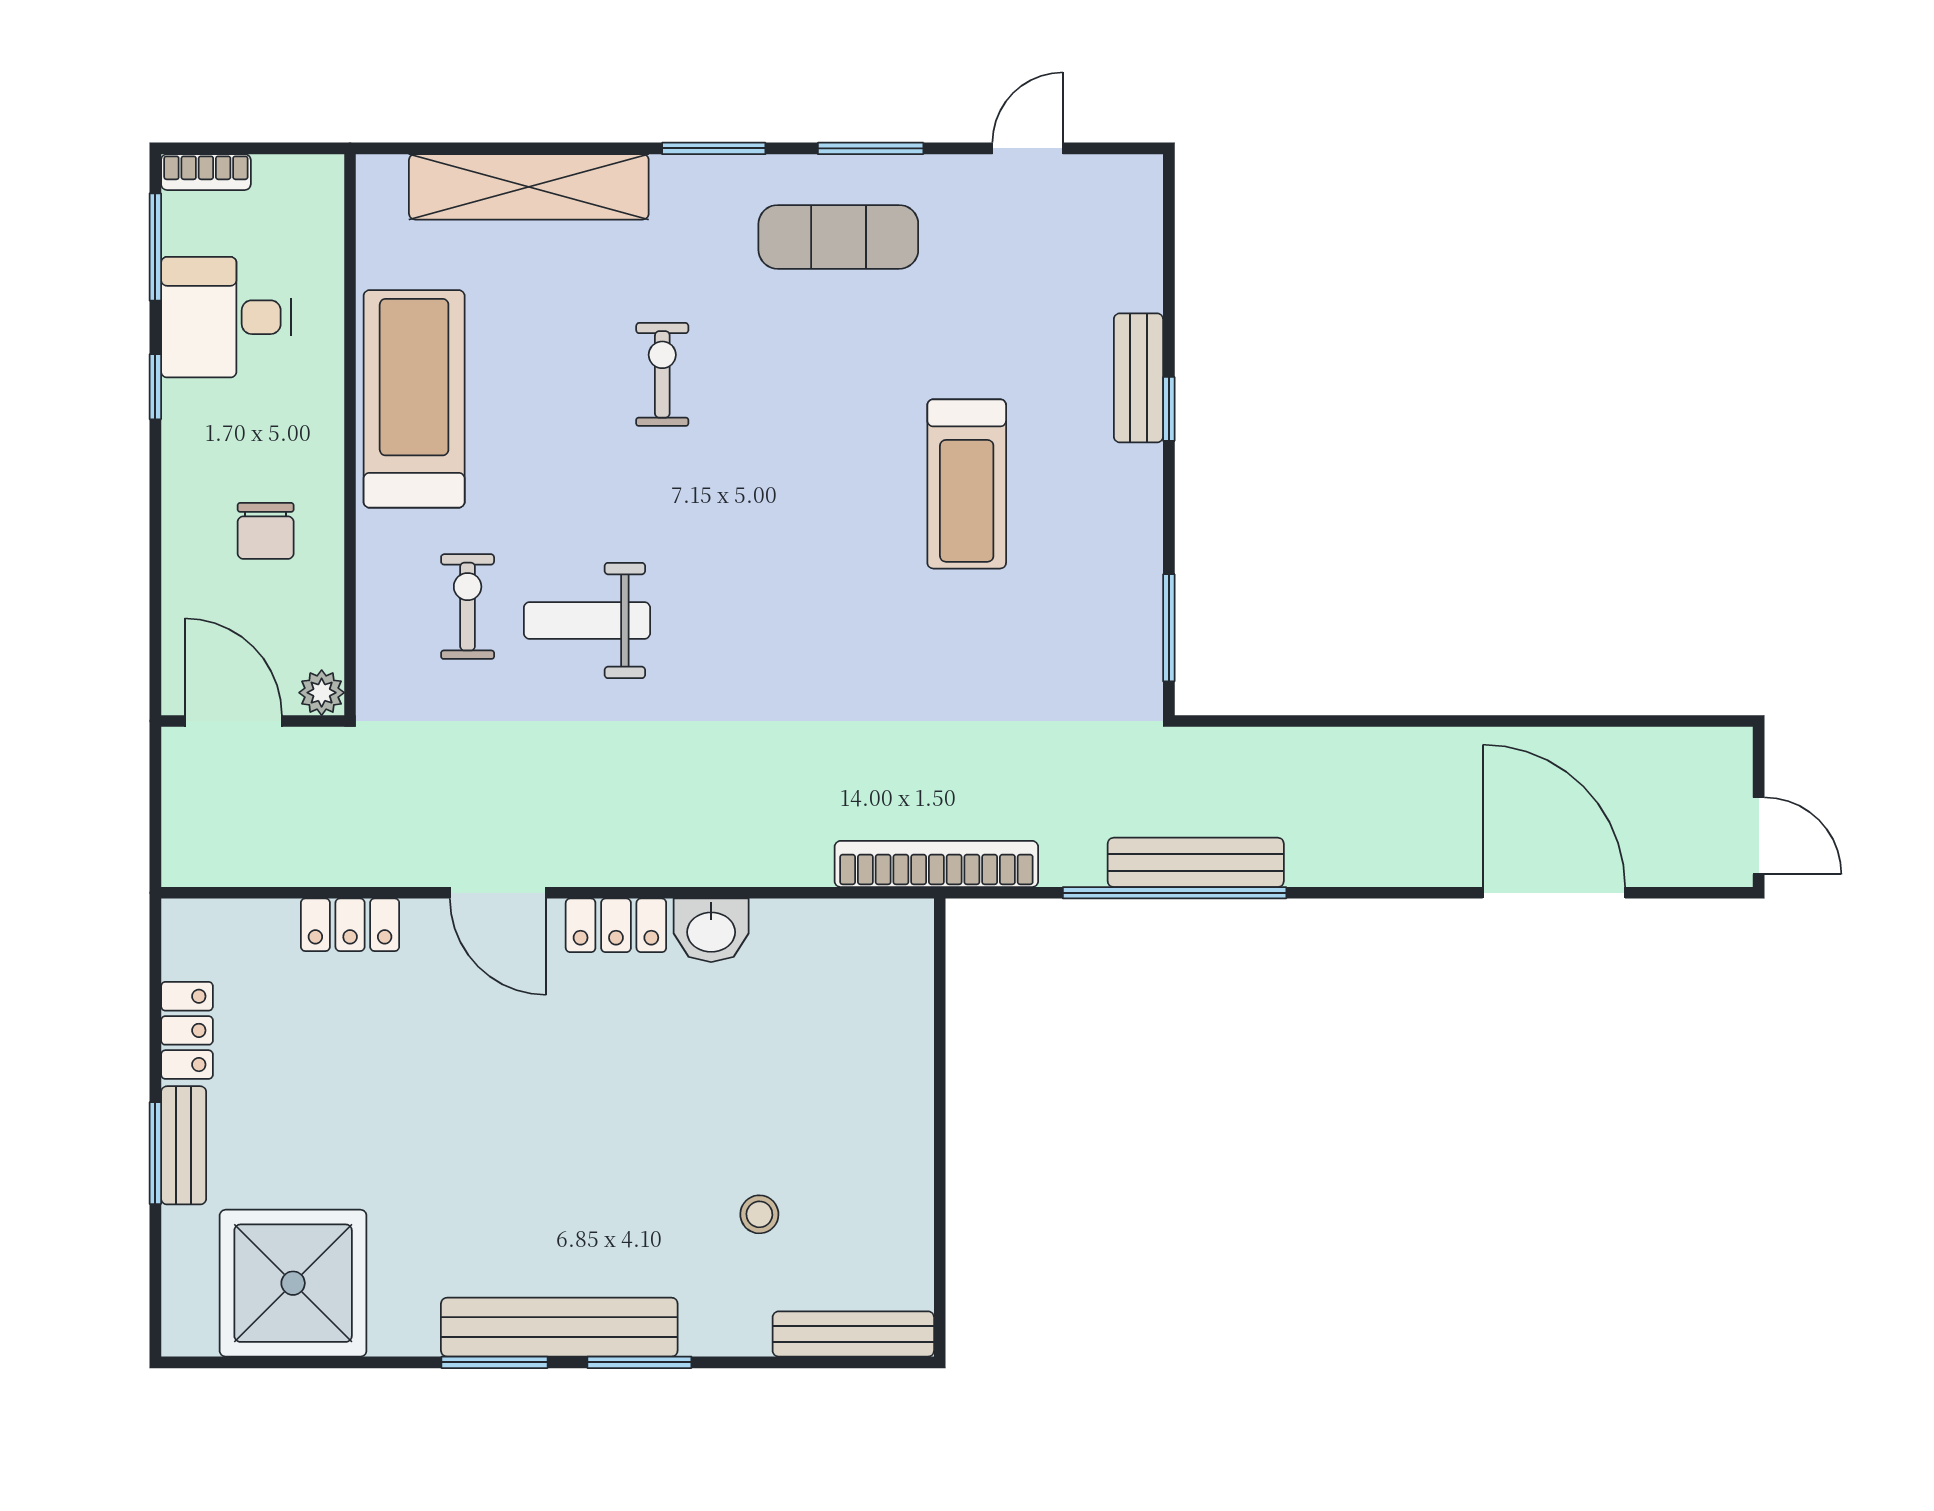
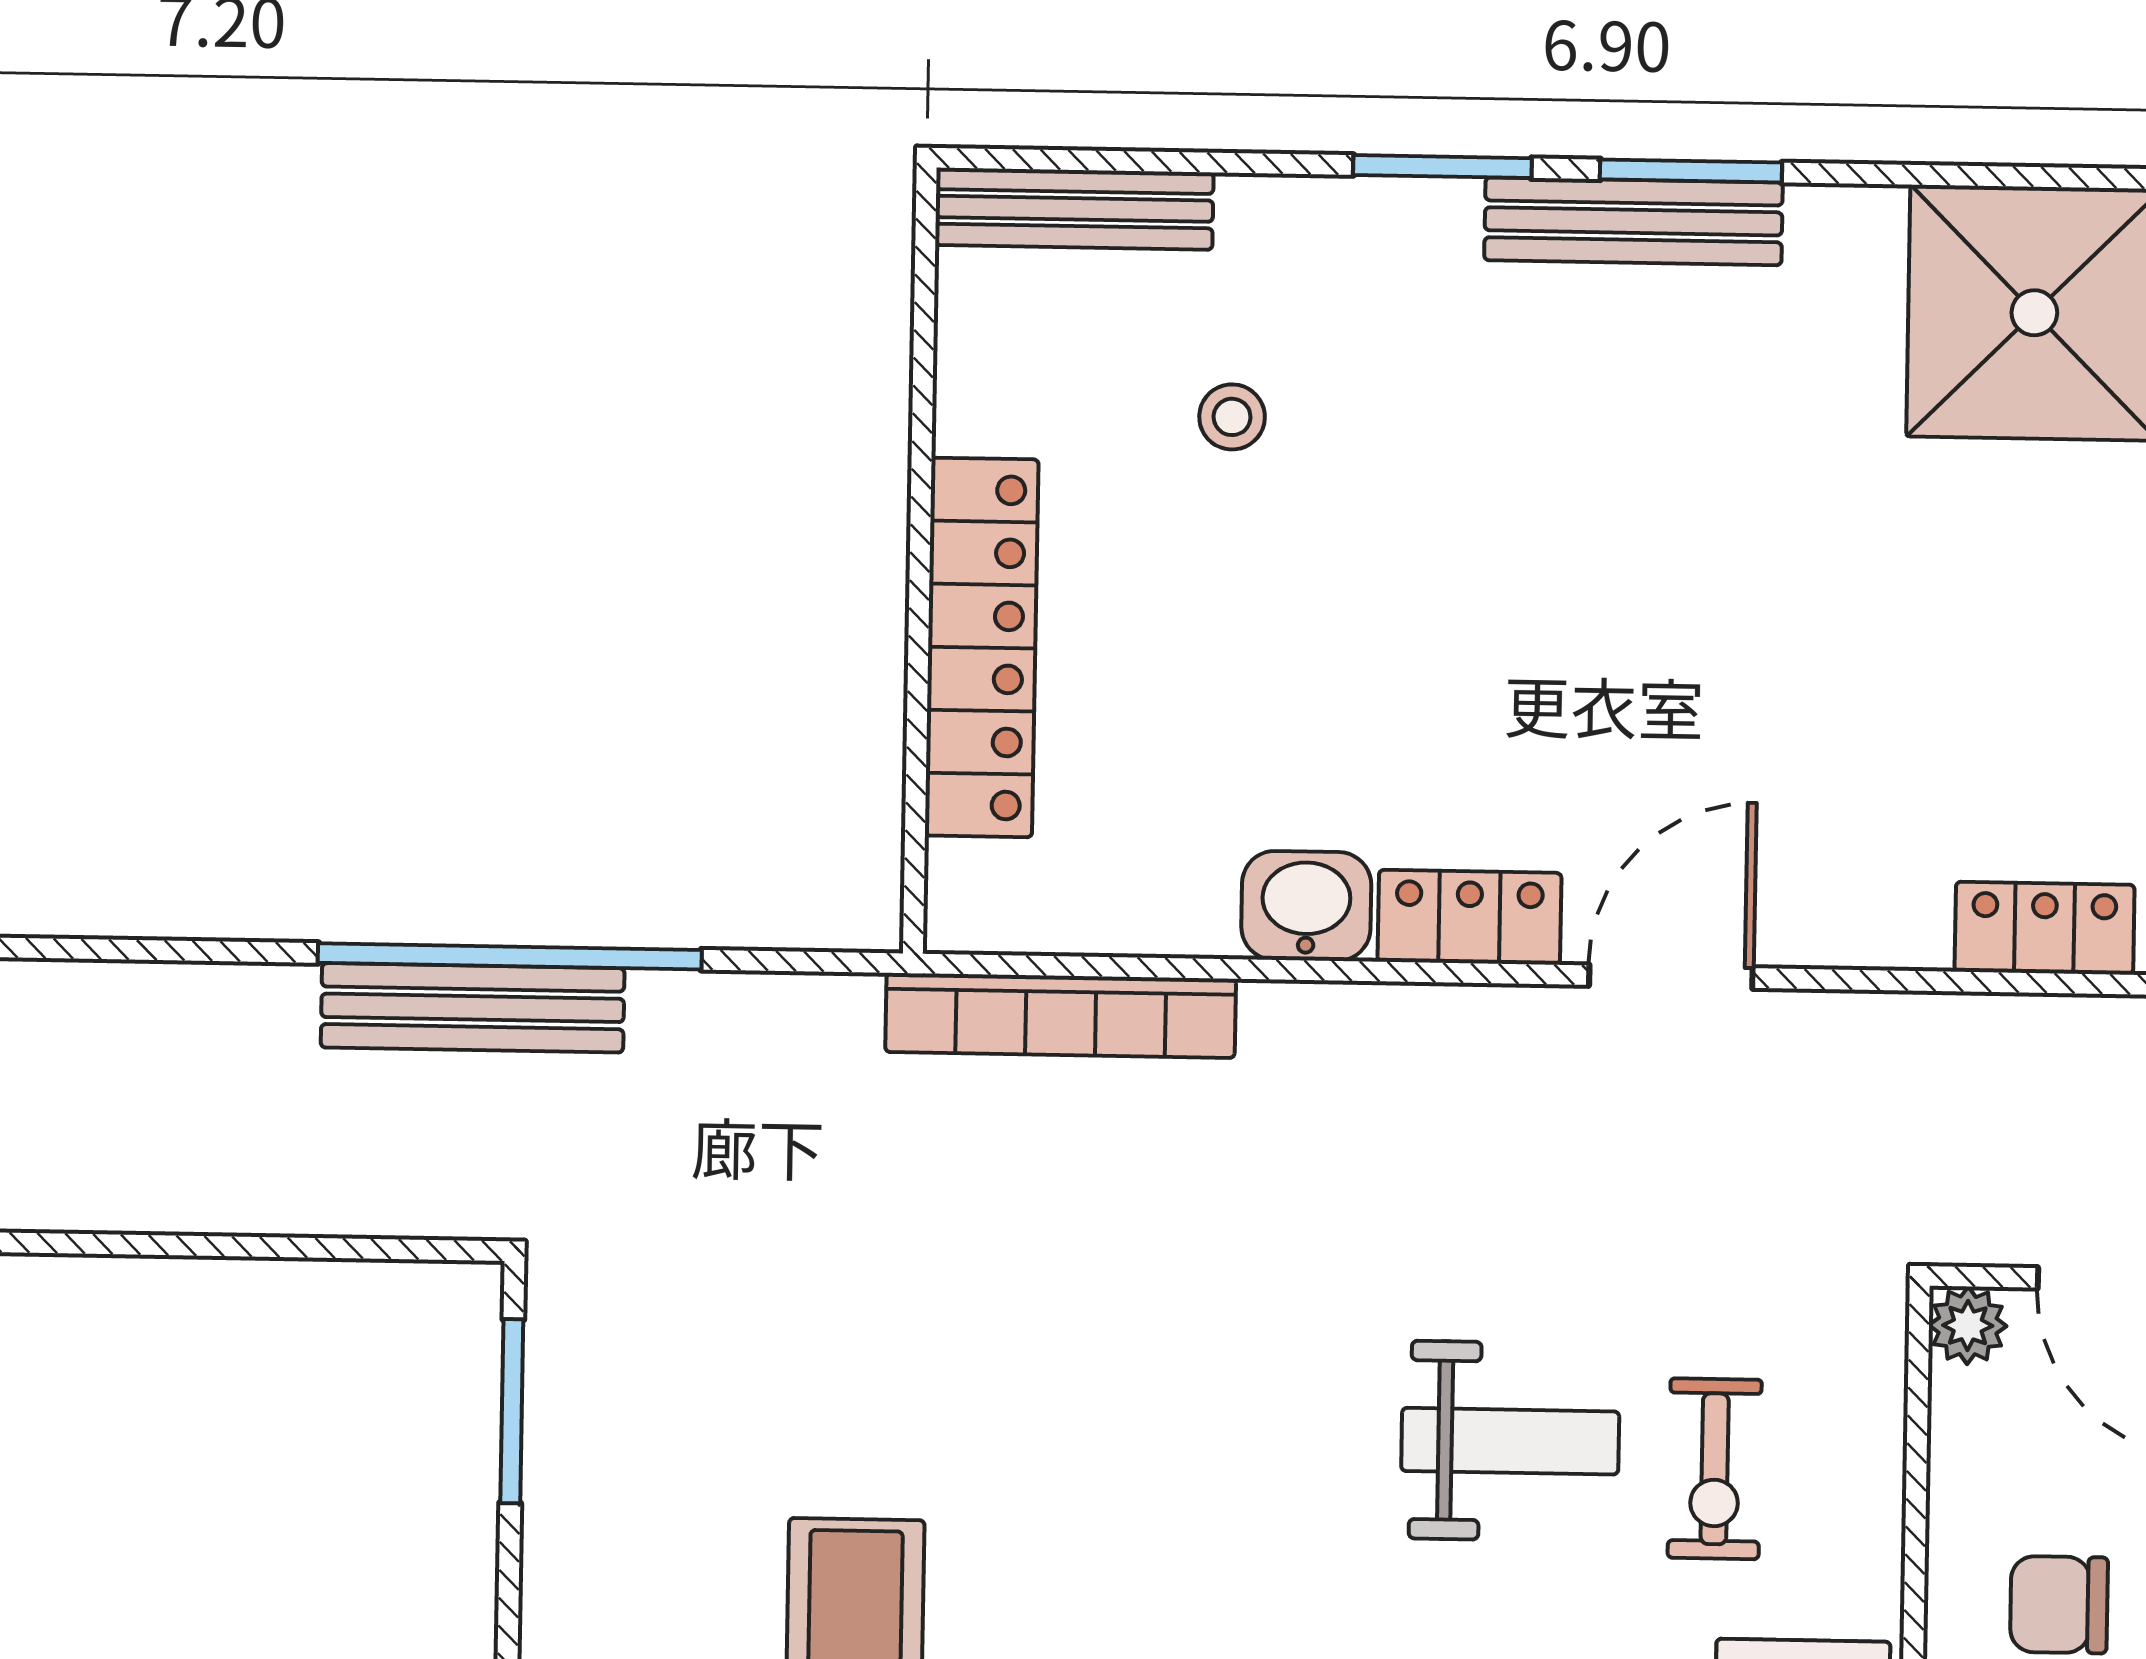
chair: (266, 531) -> (2059, 1605), turned -90
bookcase: (936, 864) -> (1061, 1015), moved
door: (498, 893) -> (1671, 977), hinge flipped
locker: (350, 925) -> (2045, 928), moved
locker: (903, 1077) -> (982, 647), added
bench: (559, 1327) -> (1633, 221), width x0.73, depth x0.82

